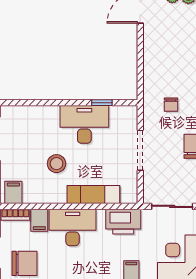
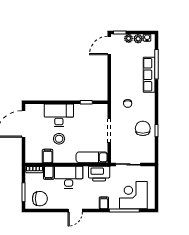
desk: (84, 124) -> (59, 115), moved
filing cabinet: (13, 192) -> (48, 156), moved
exam couch: (93, 195) -> (92, 157), moved

